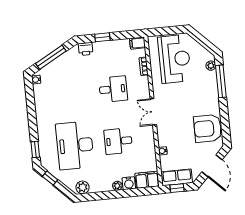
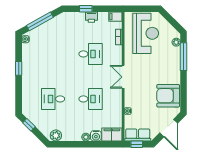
printer: (86, 49) -> (91, 17), moved
desk: (118, 141) -> (91, 99), turned 180
desk: (75, 145) -> (53, 99), width x0.53, depth x0.77
window: (35, 149) -> (19, 68), moved

